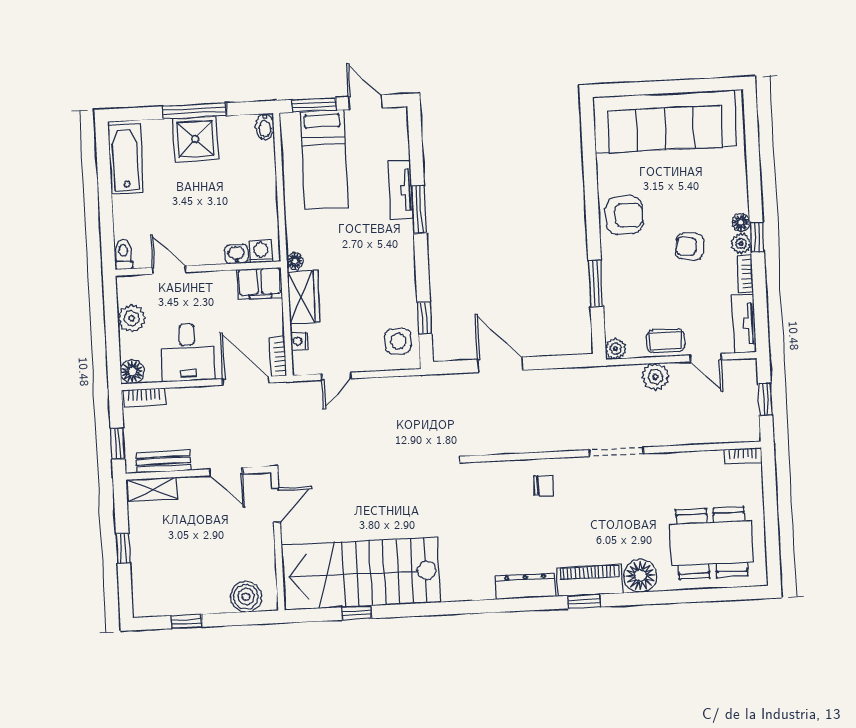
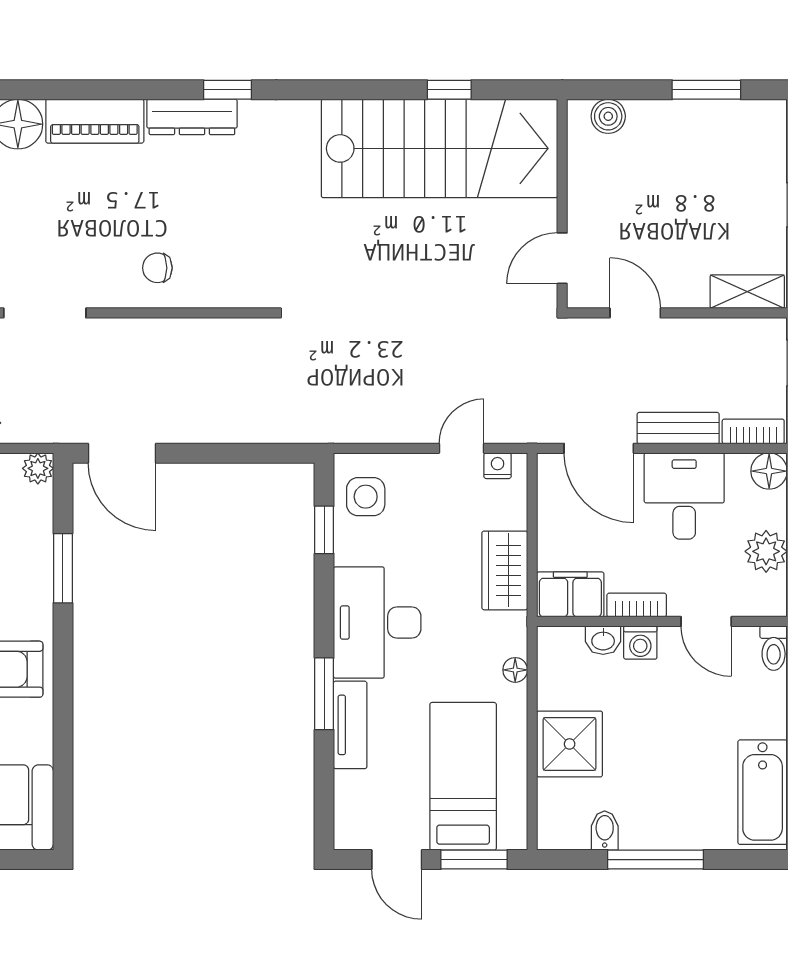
bidet: (265, 127) -> (605, 831), moved
shower: (195, 139) -> (570, 744), moved
washing machine: (261, 251) -> (640, 643), moved
desk: (386, 258) -> (377, 622), added
floor lamp: (295, 261) -> (515, 670), moved
nightstand: (299, 341) -> (498, 466), moved, turned -90
bookcase: (278, 357) -> (637, 605), moved, turned -90
door: (500, 365) -> (122, 453), moved
bench: (164, 461) -> (678, 428), moved
boiler: (246, 597) -> (608, 116), width x0.73, depth x0.73
window: (584, 601) -> (228, 90), moved
window: (186, 621) -> (706, 90), width x1.50

